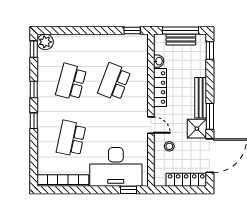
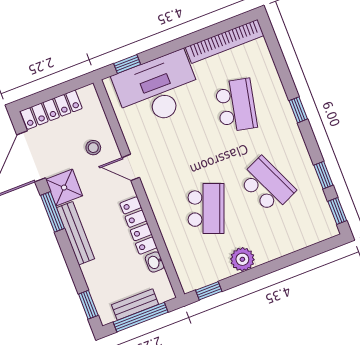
plant: (45, 42) -> (242, 259), moved
school desk: (71, 82) -> (267, 185), turned -39
window: (34, 89) -> (323, 175), moved

